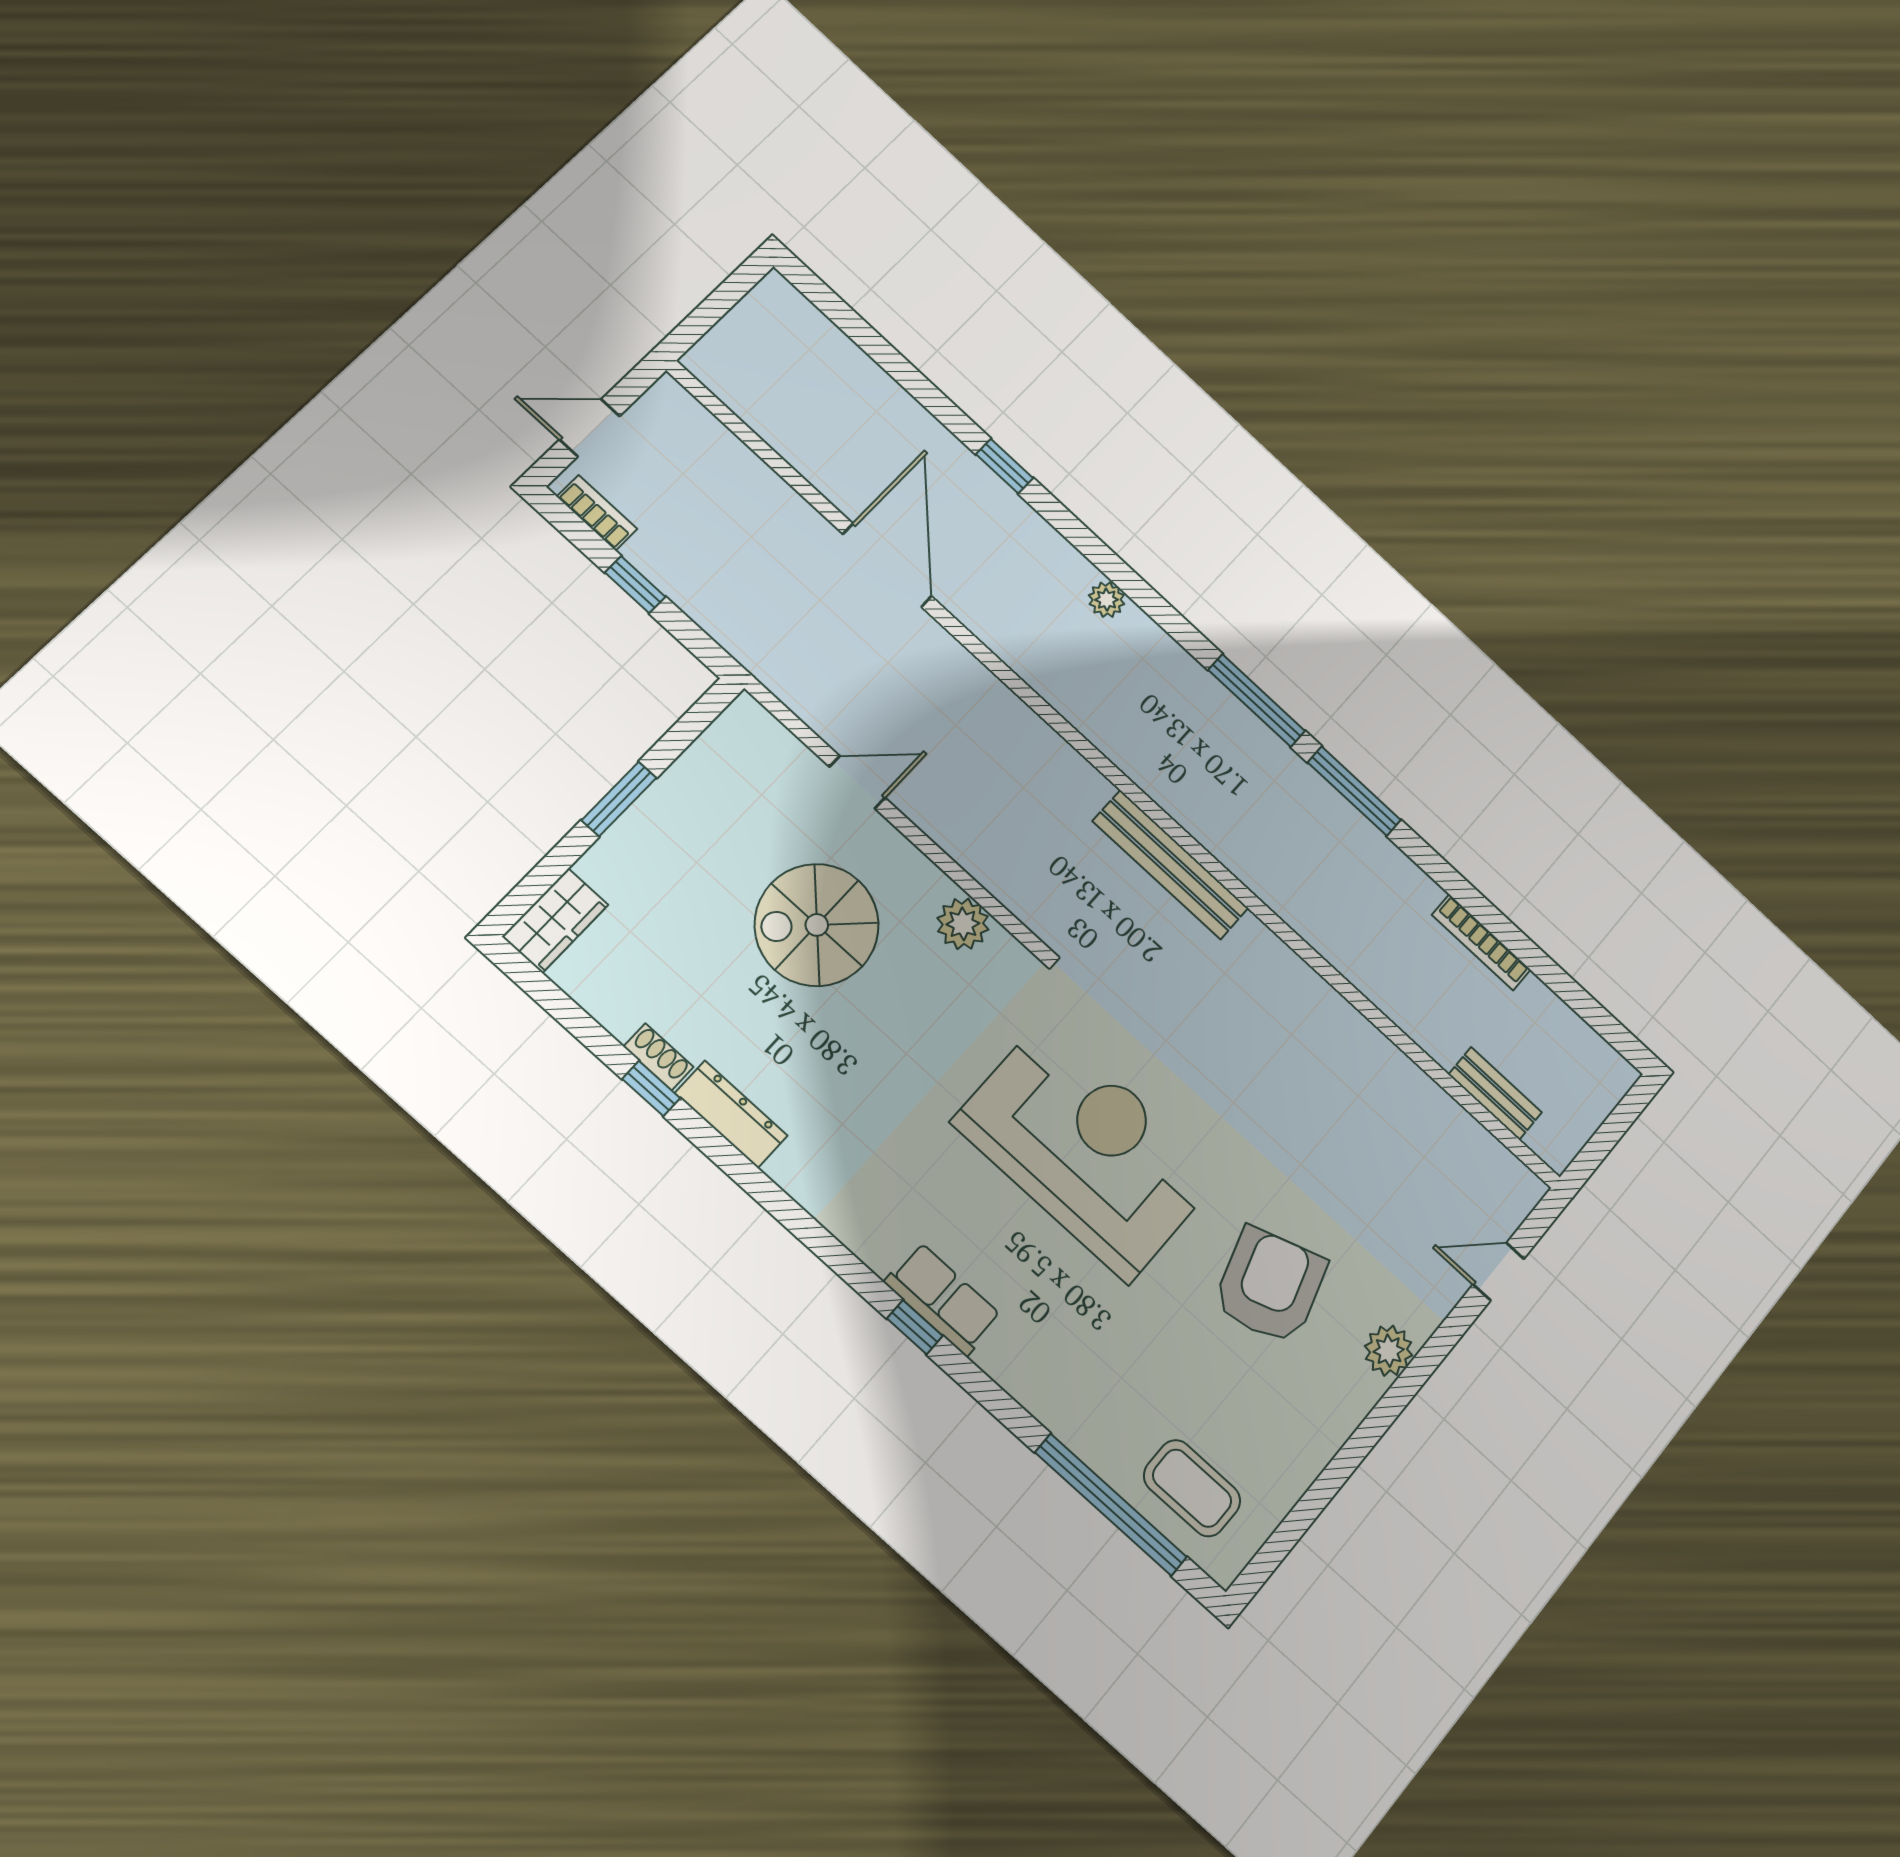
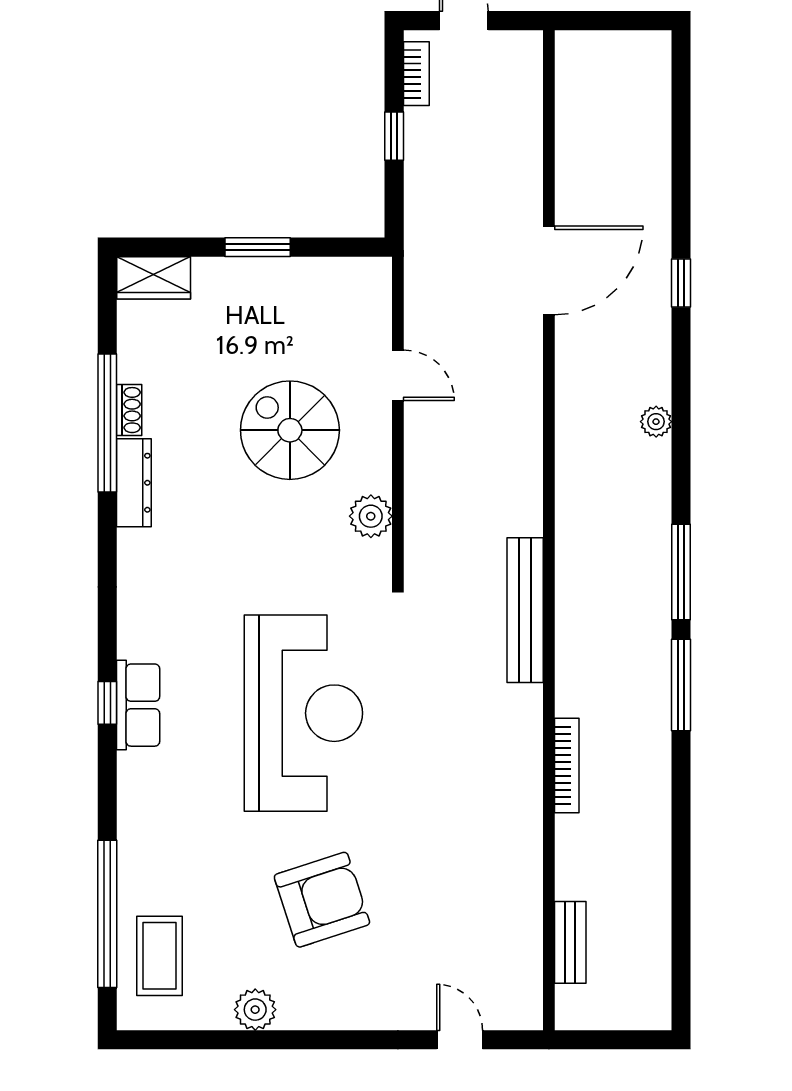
bookcase: (1481, 942) -> (567, 765), moved, turned 180
window: (651, 1089) -> (107, 423), width x3.17
plant: (1389, 1351) -> (255, 1010), moved

